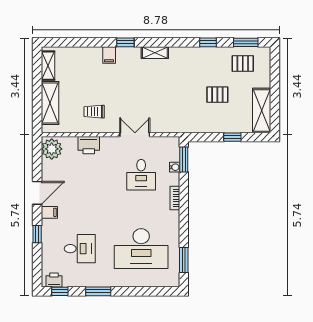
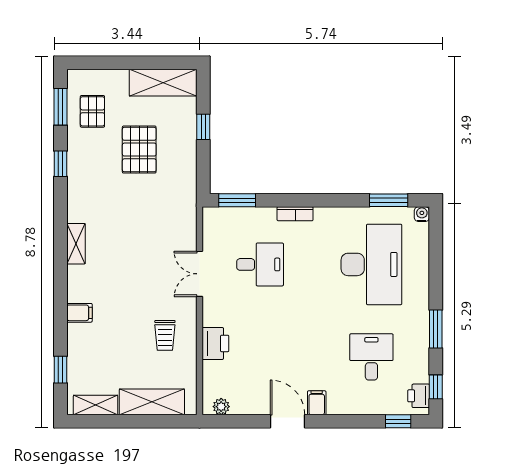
window: (125, 42) -> (60, 370), moved
pallet: (217, 95) -> (139, 150), width x1.50, depth x1.42
plant: (52, 149) -> (221, 407), width x0.53, depth x0.53
water cooler: (175, 167) -> (422, 214), moved
window: (37, 234) -> (398, 421), moved

